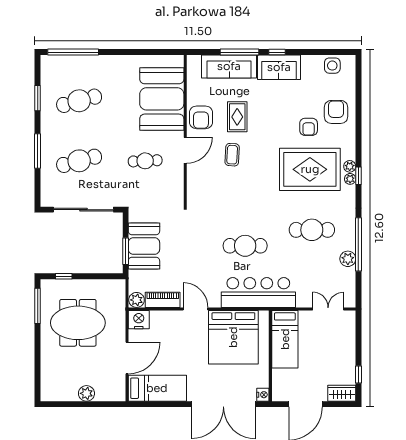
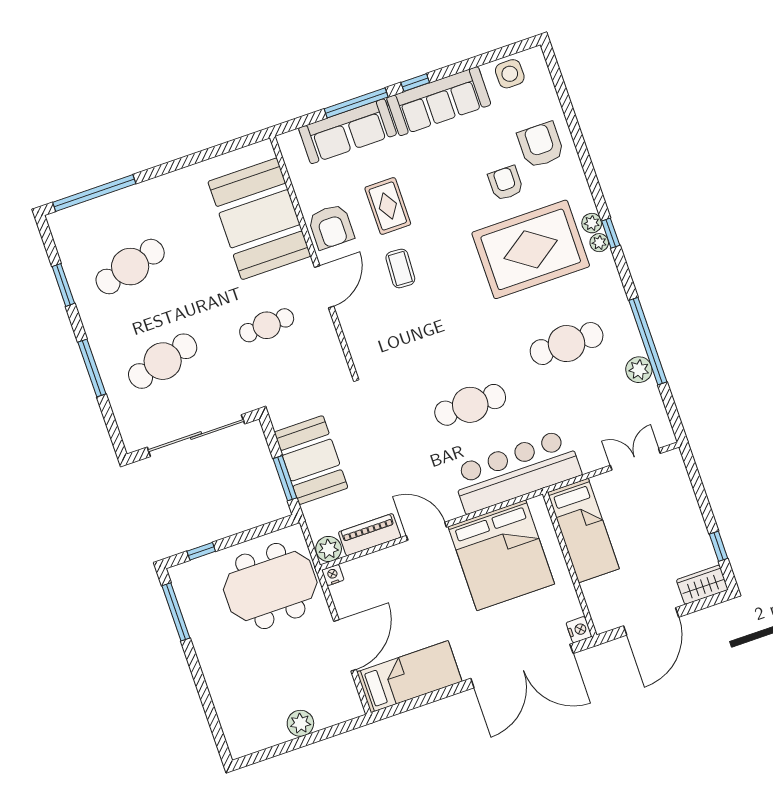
sofa: (279, 67) -> (439, 101), width x1.36
armchair: (309, 127) -> (506, 183), turned 180
nightstand: (139, 320) -> (333, 575), width x0.53, depth x0.56
meeting table: (78, 323) -> (270, 586), moved

